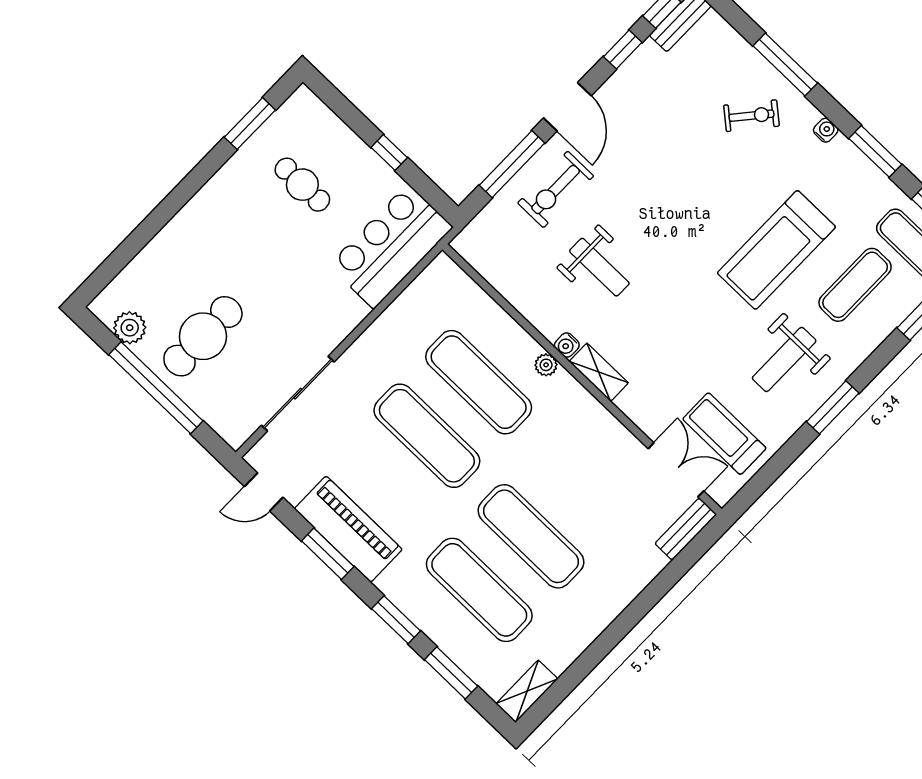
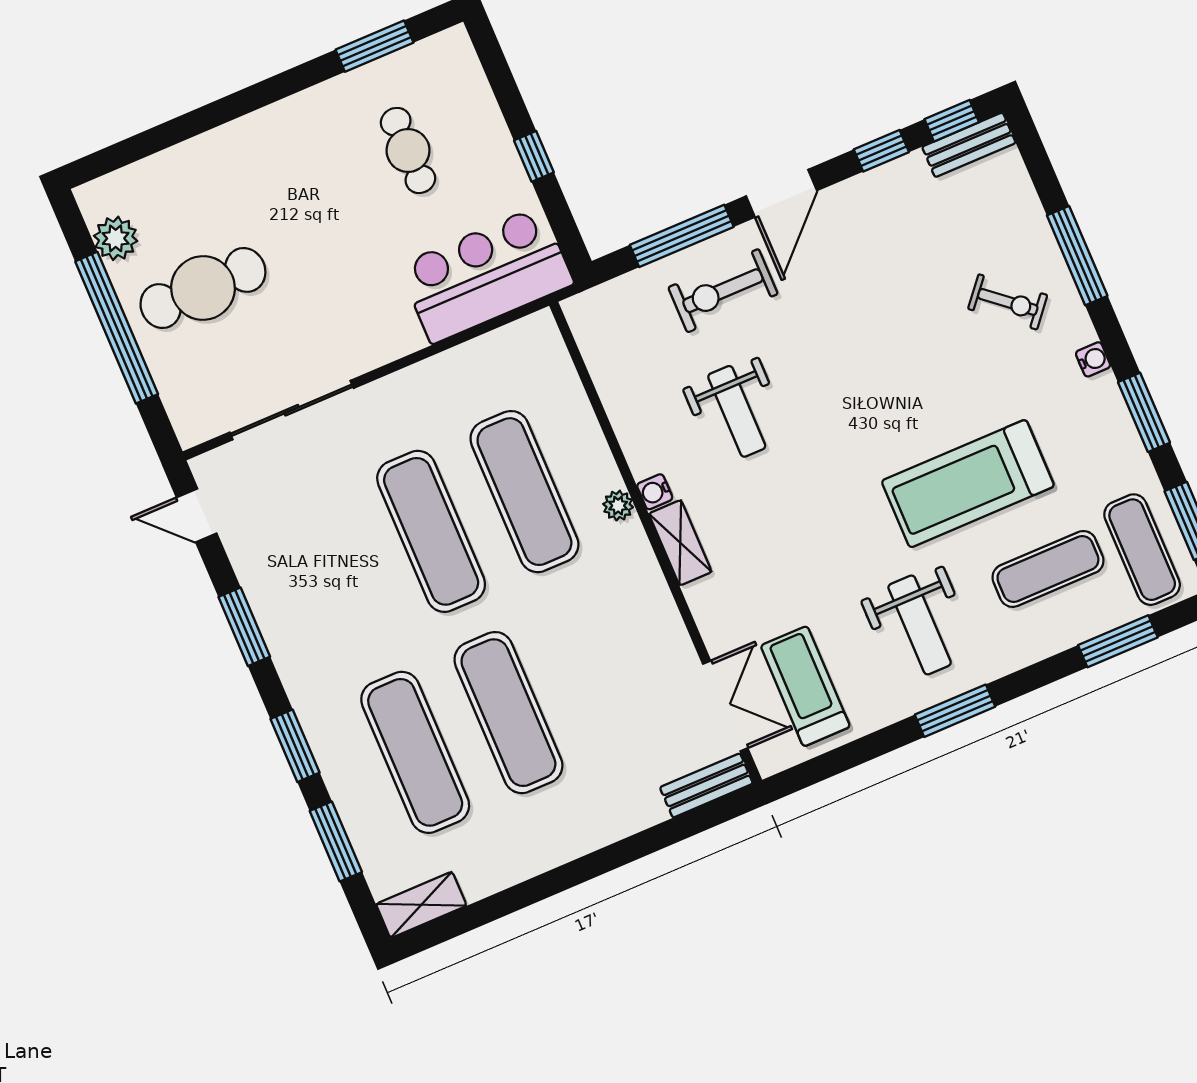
weight bench: (784, 359) -> (920, 625), turned -90
piano: (348, 529) -> (283, 607), removed

